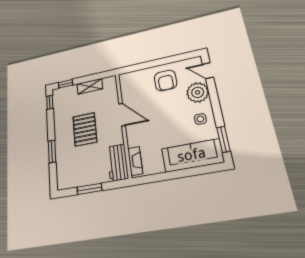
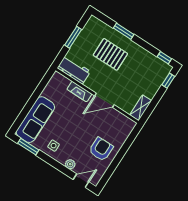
armchair: (165, 80) -> (101, 149), turned 90
shelving: (90, 86) -> (141, 108), moved
plant: (198, 92) -> (70, 164), width x0.53, depth x0.53
pallet: (85, 129) -> (110, 54), moved
fireplace: (135, 161) -> (79, 92), moved

